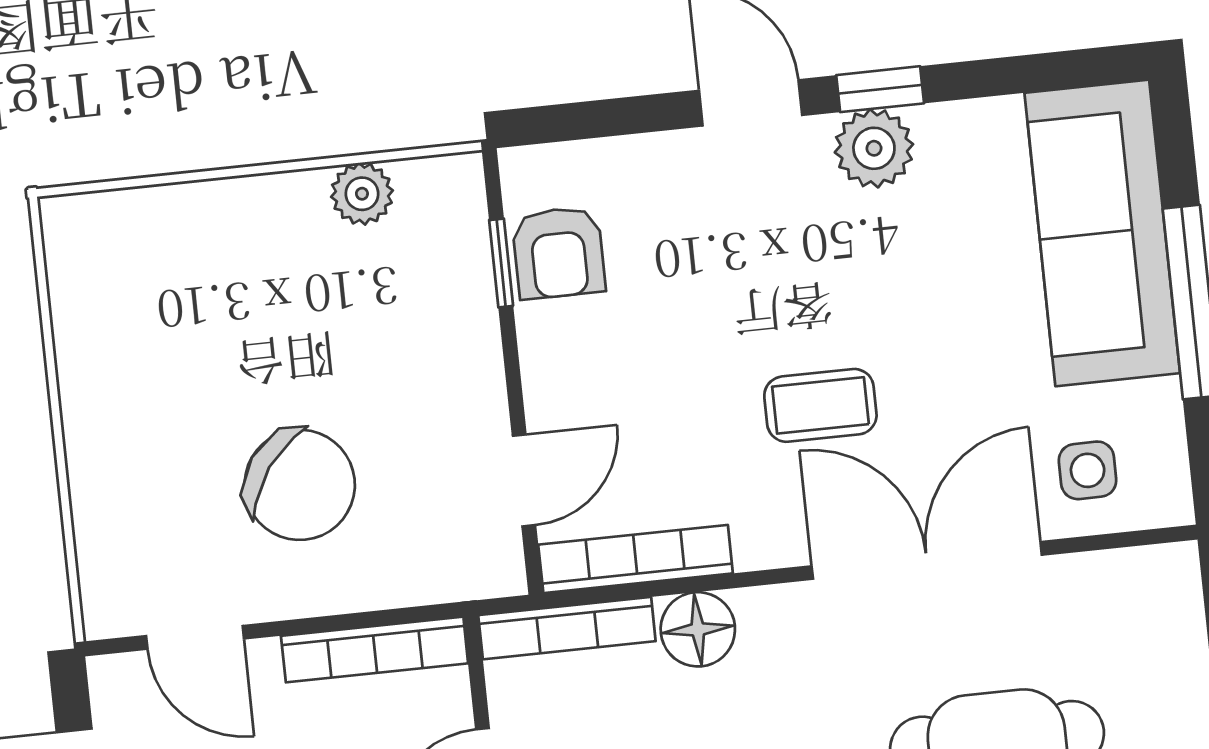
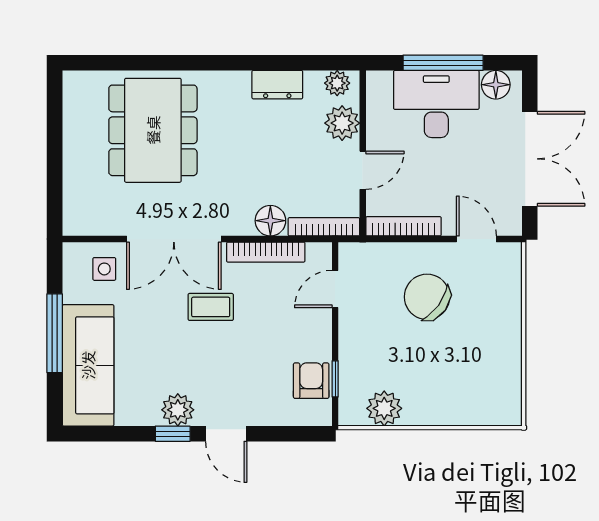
plant: (362, 194) -> (384, 408), width x1.38, depth x1.38
bookcase: (636, 559) -> (266, 252), moved

